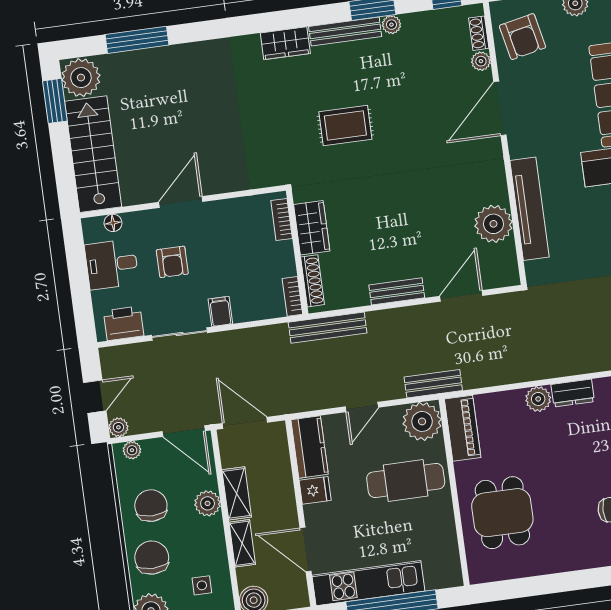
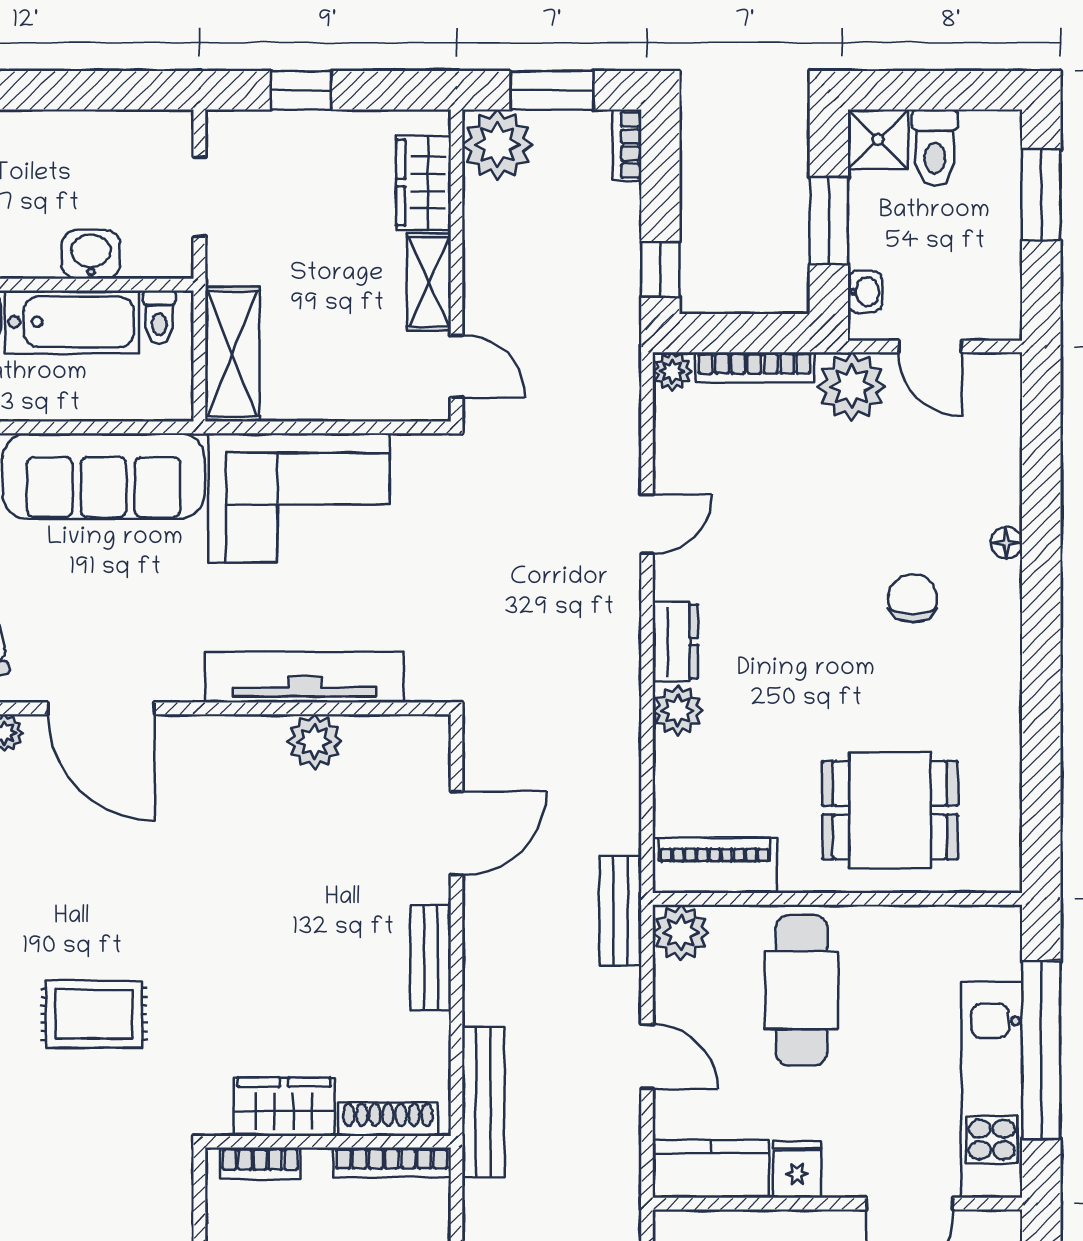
rug: (345, 126) -> (94, 1014), turned 90
plant: (493, 224) -> (315, 741), width x0.73, depth x0.73
bookcase: (292, 296) -> (392, 1163), width x1.56
door: (461, 296) -> (457, 833), swing flipped
plant: (422, 421) -> (681, 933), width x0.73, depth x0.73

